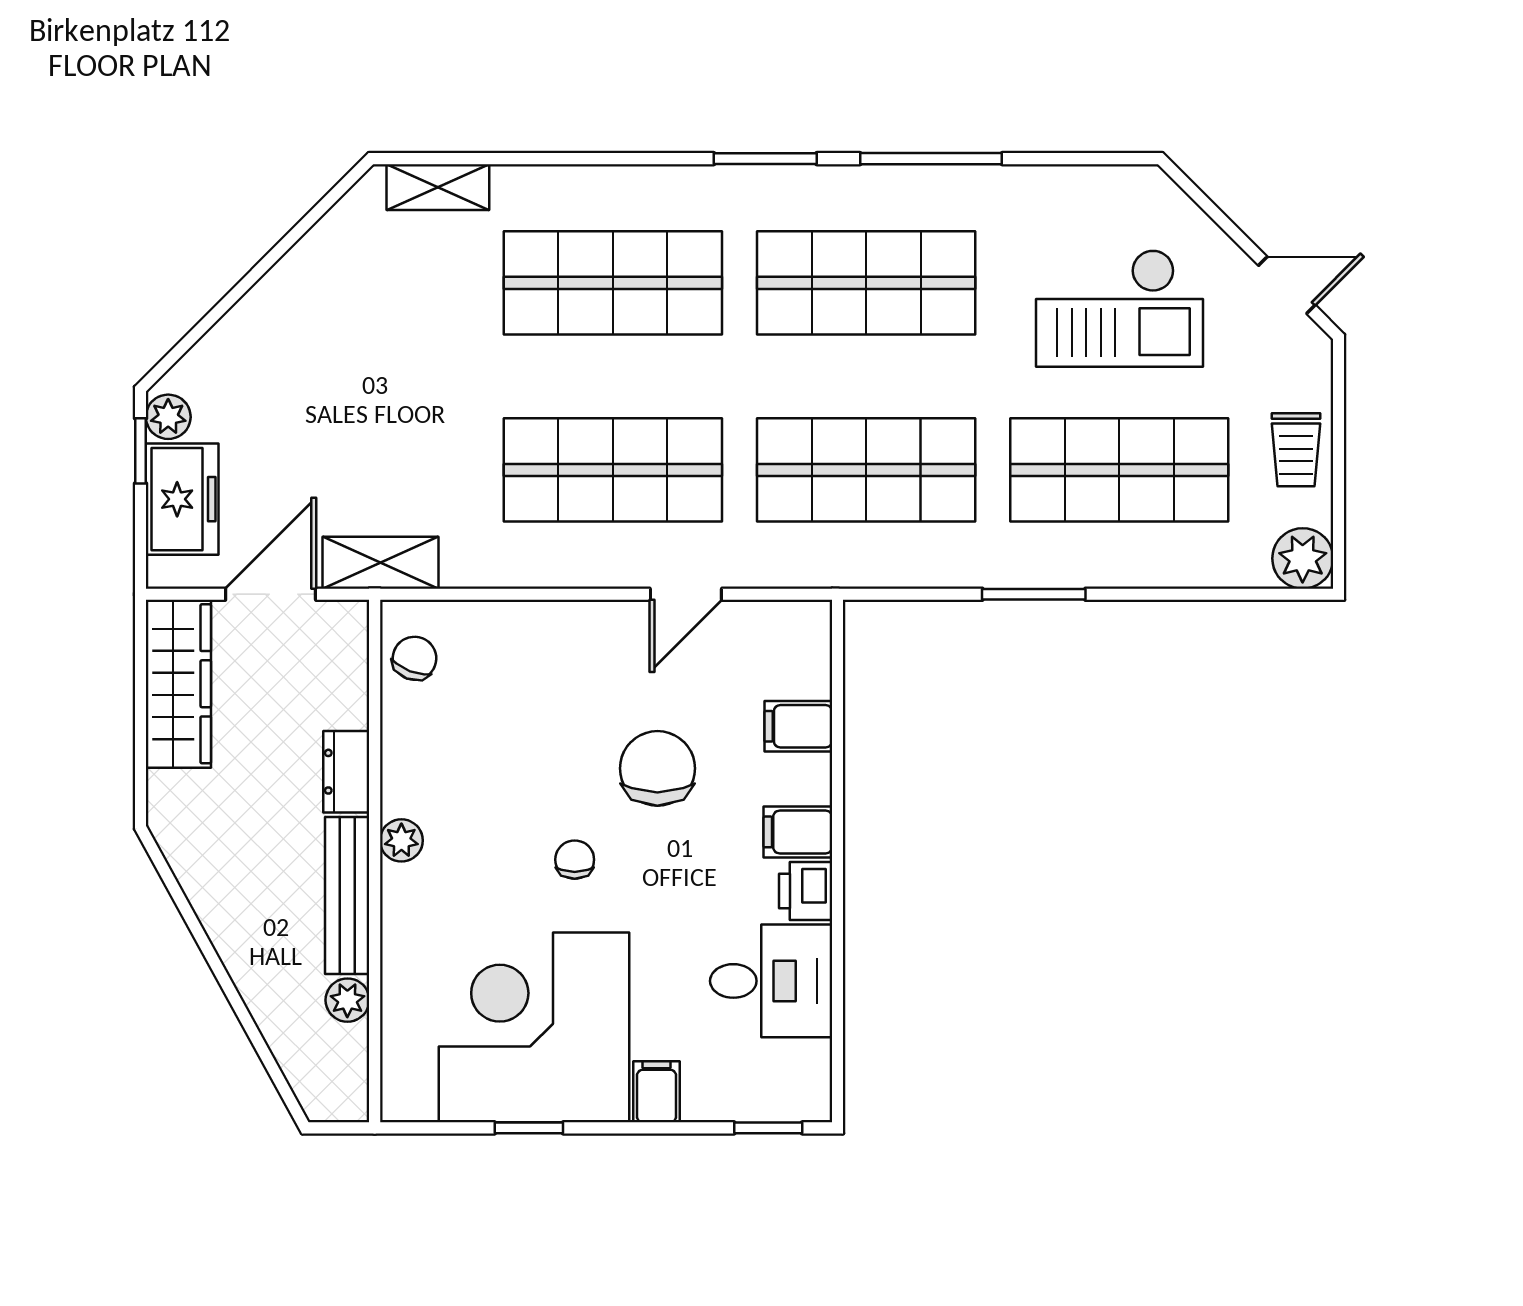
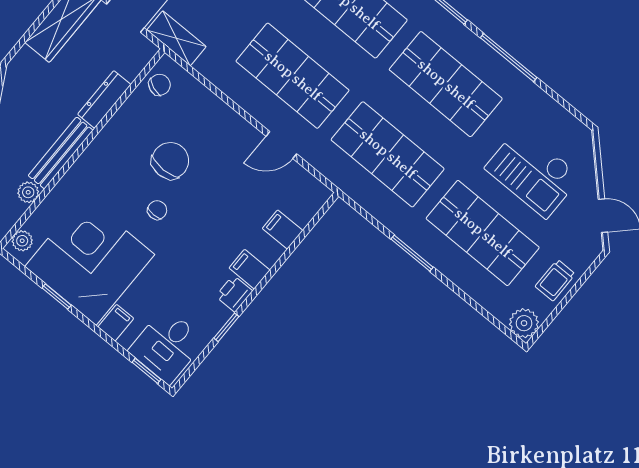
chair: (657, 768) -> (170, 161), moved
dresser: (346, 772) -> (104, 99), width x1.44
plant: (401, 840) -> (22, 241), moved
window: (838, 954) -> (226, 327), added
desk: (771, 981) -> (167, 346), moved, turned 90

